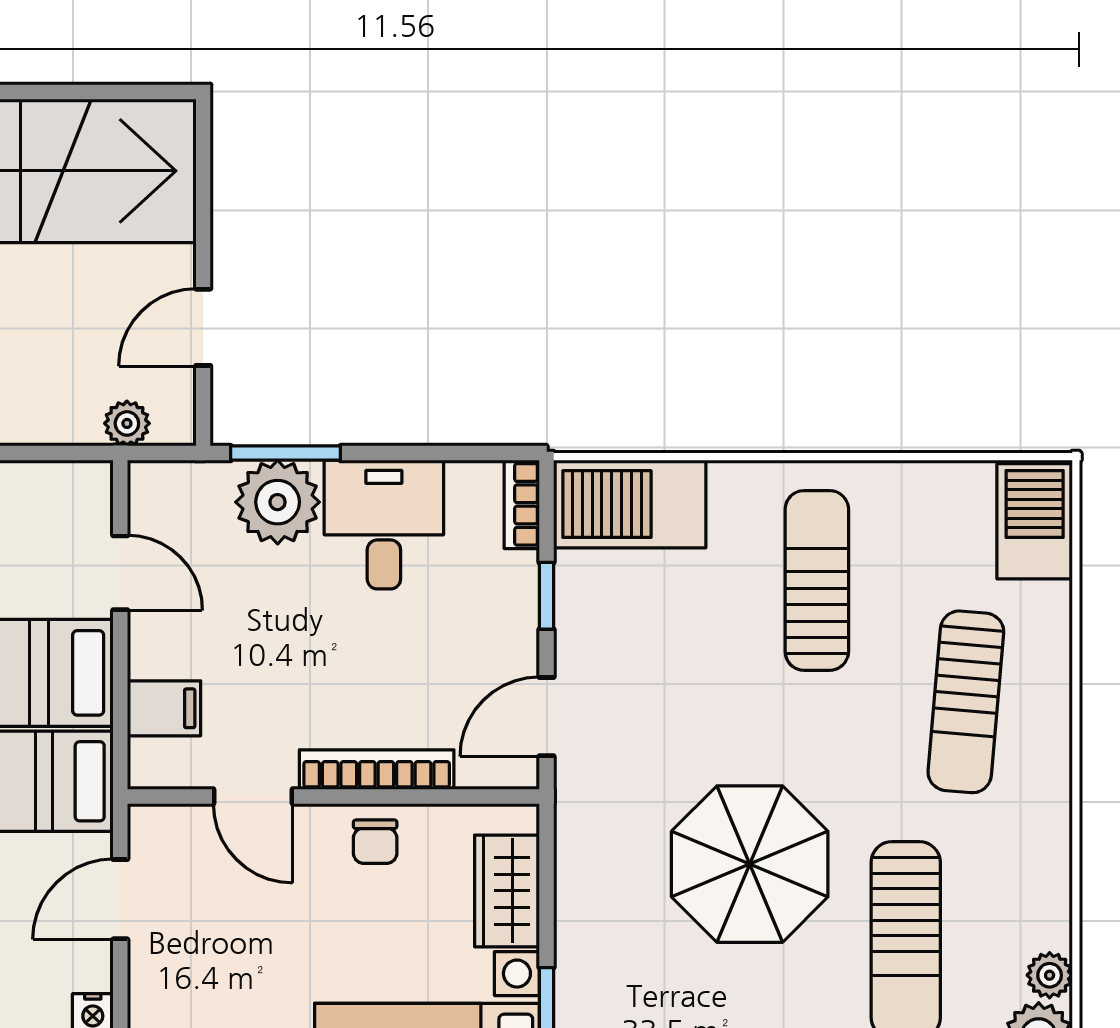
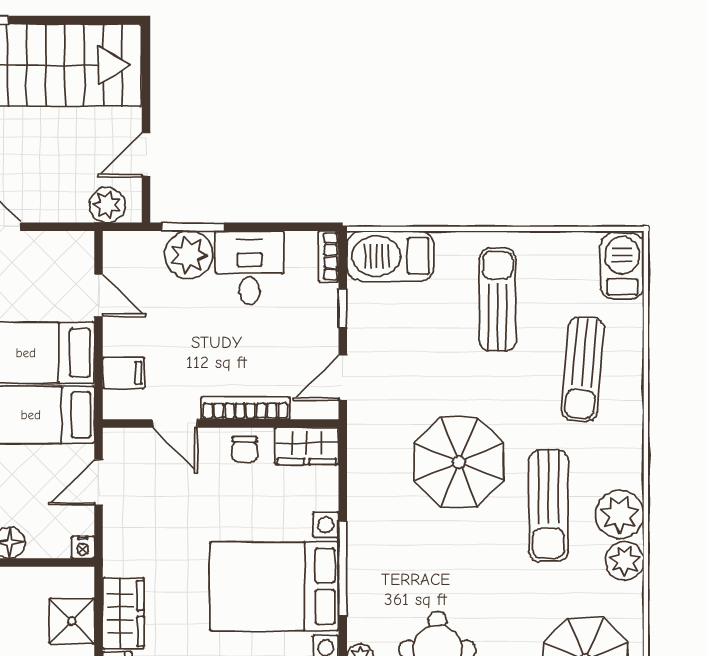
plant: (127, 423) -> (107, 205), width x1.38, depth x1.38
wardrobe: (507, 891) -> (307, 446), moved, turned -90
plant: (1050, 975) -> (619, 514), width x1.88, depth x1.88

